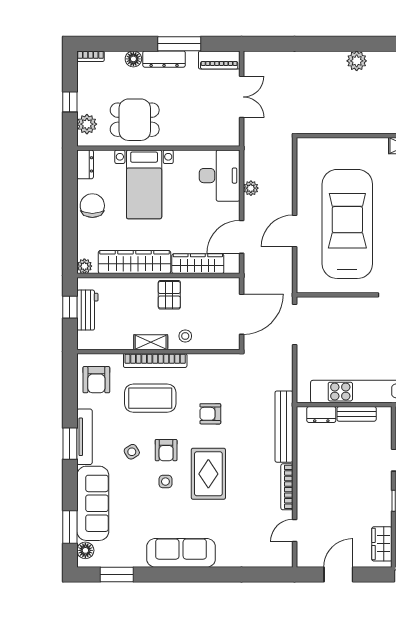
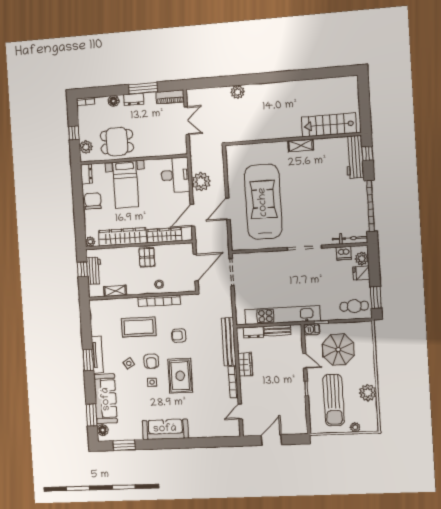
dresser: (164, 59) -> (134, 99), width x0.70
plant: (357, 61) -> (237, 92), moved
plant: (251, 188) -> (201, 182), width x1.88, depth x1.88
shelving: (151, 342) -> (115, 291), moved
bookcase: (155, 361) -> (159, 301), moved
armchair: (96, 380) -> (103, 317), removed
wardrobe: (382, 544) -> (245, 364), moved, turned 180

